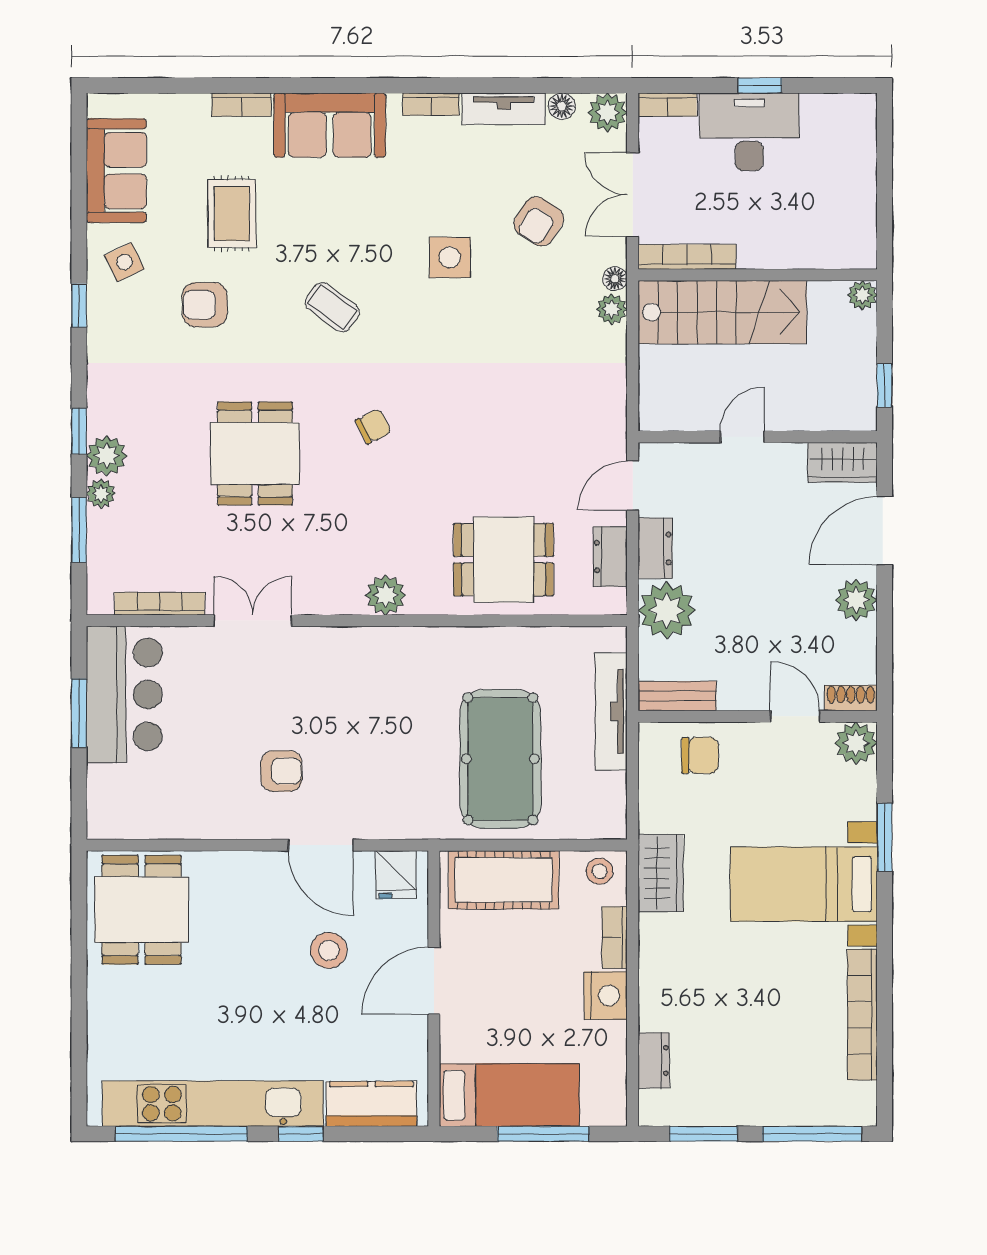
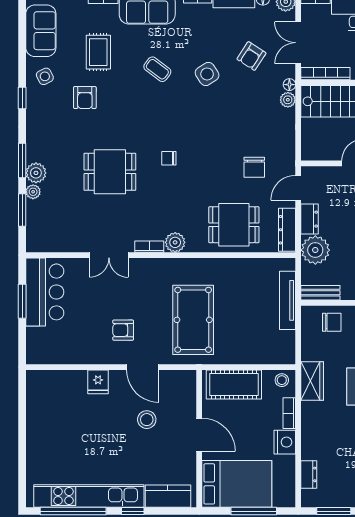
side table: (450, 257) -> (207, 74), turned -33
armchair: (205, 305) -> (85, 98), turned -90
coffee table: (332, 307) -> (157, 69), moved
chair: (373, 426) -> (169, 158), turned -153
window: (79, 431) -> (22, 161), width x1.50
chair: (545, 444) -> (254, 167), added
dining table: (255, 454) -> (110, 172), turned 90
dresser: (610, 556) -> (287, 230), width x1.44
bookcase: (160, 604) -> (149, 247), moved, width x0.64
double door: (253, 621) -> (109, 255), swing flipped
pool table: (500, 759) -> (193, 320), moved
armchair: (281, 771) -> (123, 330), turned 180
fridge: (396, 875) -> (98, 382), moved
dining table: (142, 910) -> (53, 399), removed
door: (434, 981) -> (199, 435), swing flipped
bed: (509, 1095) -> (237, 484), width x1.50

